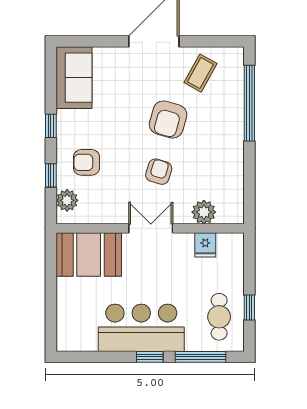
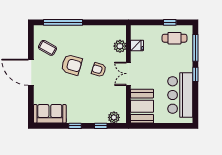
armchair: (86, 162) -> (94, 107), removed
bar counter: (141, 328) -> (180, 95), moved

